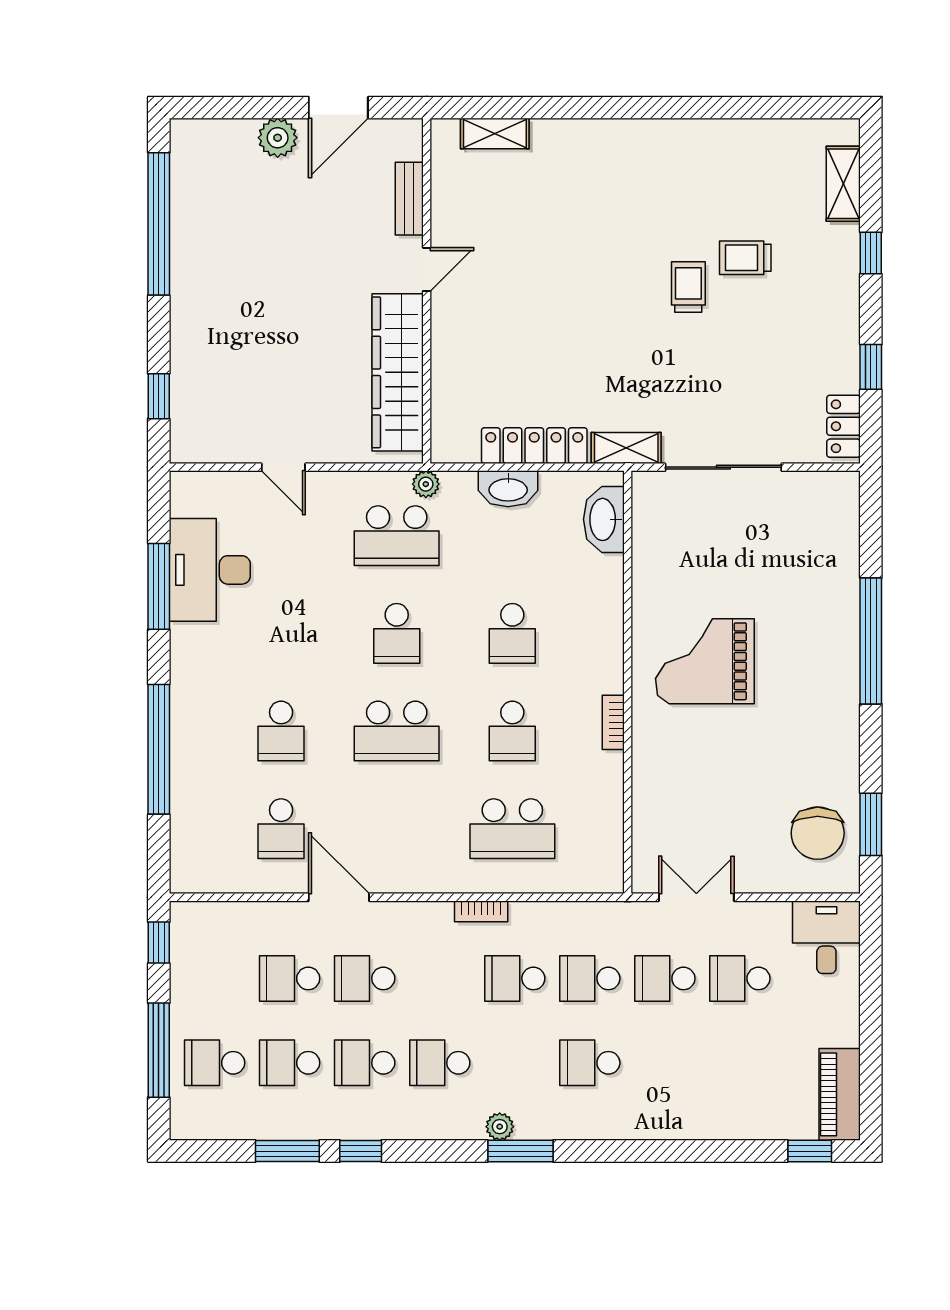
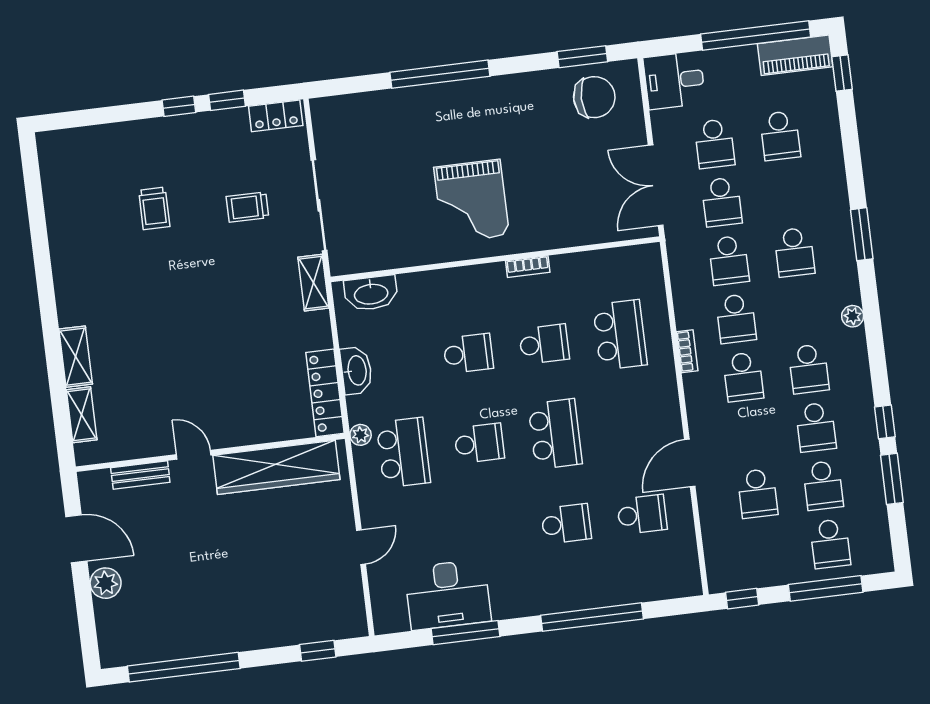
shelving: (843, 184) -> (76, 357), moved, turned 90
window: (871, 253) -> (179, 106), moved
trolley: (688, 287) -> (248, 207), moved
locker: (534, 446) -> (325, 393), moved
double door: (696, 897) -> (656, 185), width x1.37
school desk: (365, 978) -> (743, 377), moved
window: (871, 1047) -> (756, 35), added
school desk: (740, 1063) -> (780, 136), added
window: (520, 1151) -> (862, 234), moved

